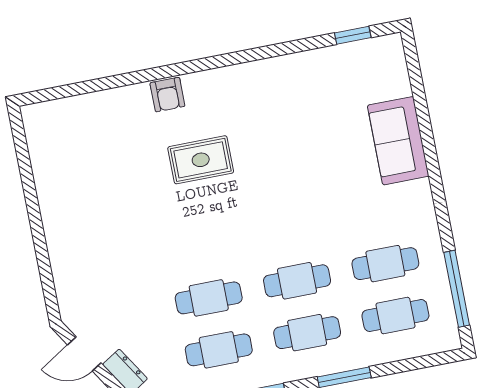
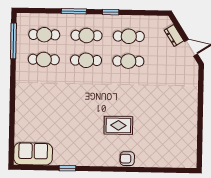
window: (353, 35) -> (67, 168), moved
armchair: (167, 95) -> (127, 159), turned -90
sofa: (398, 141) -> (33, 154), moved, turned -90

